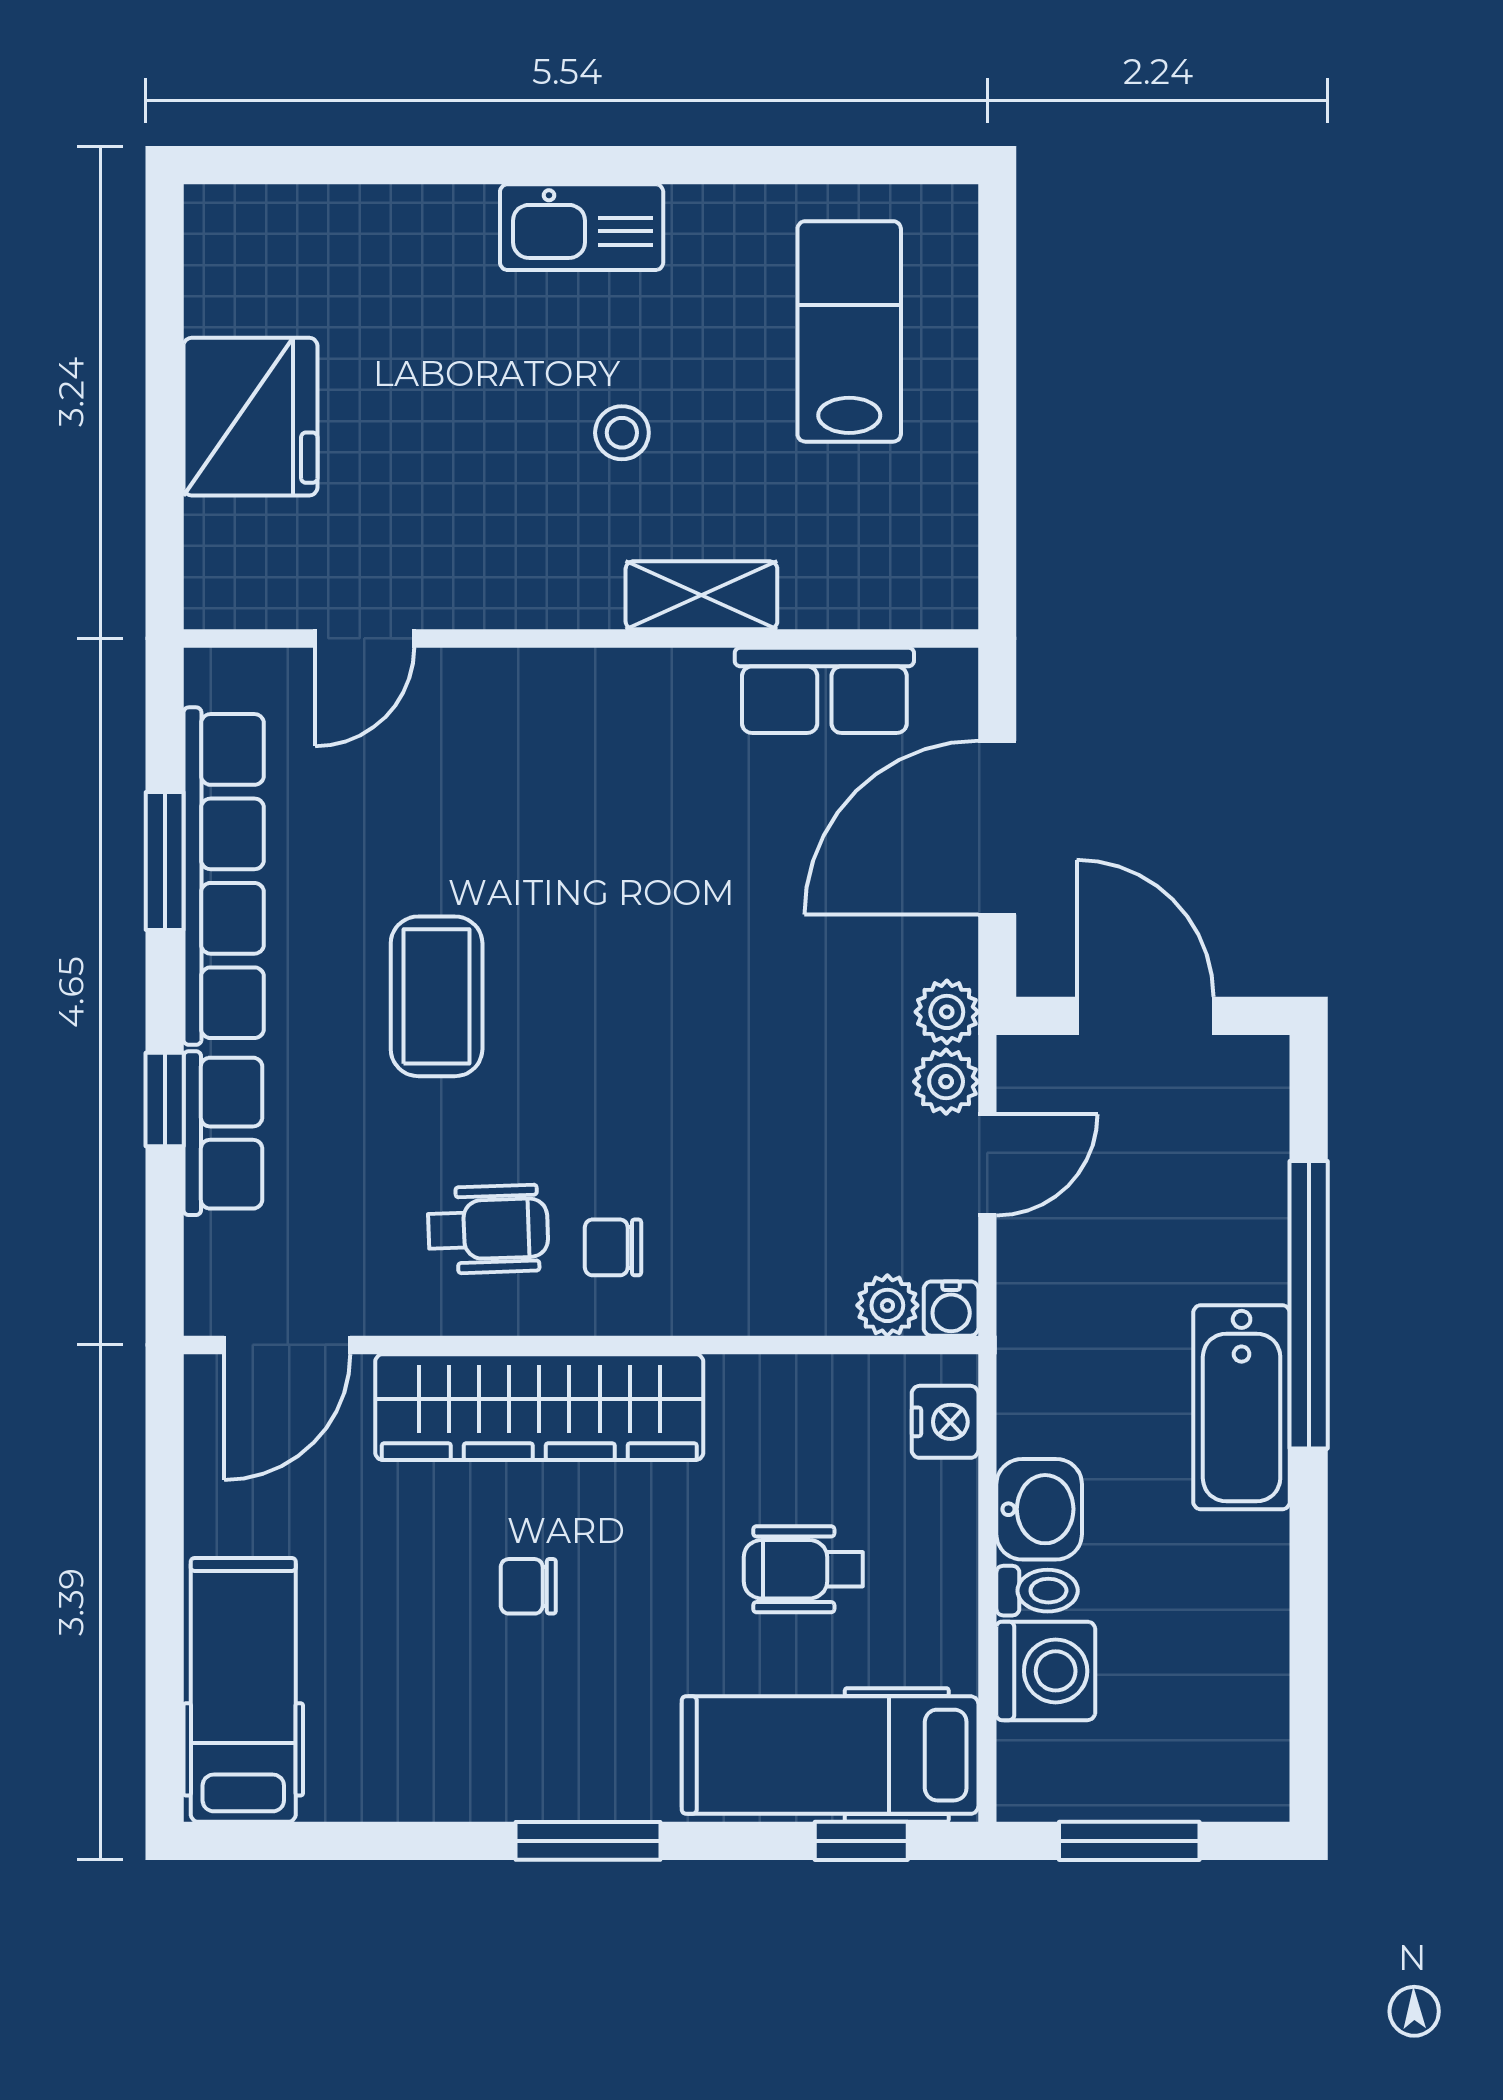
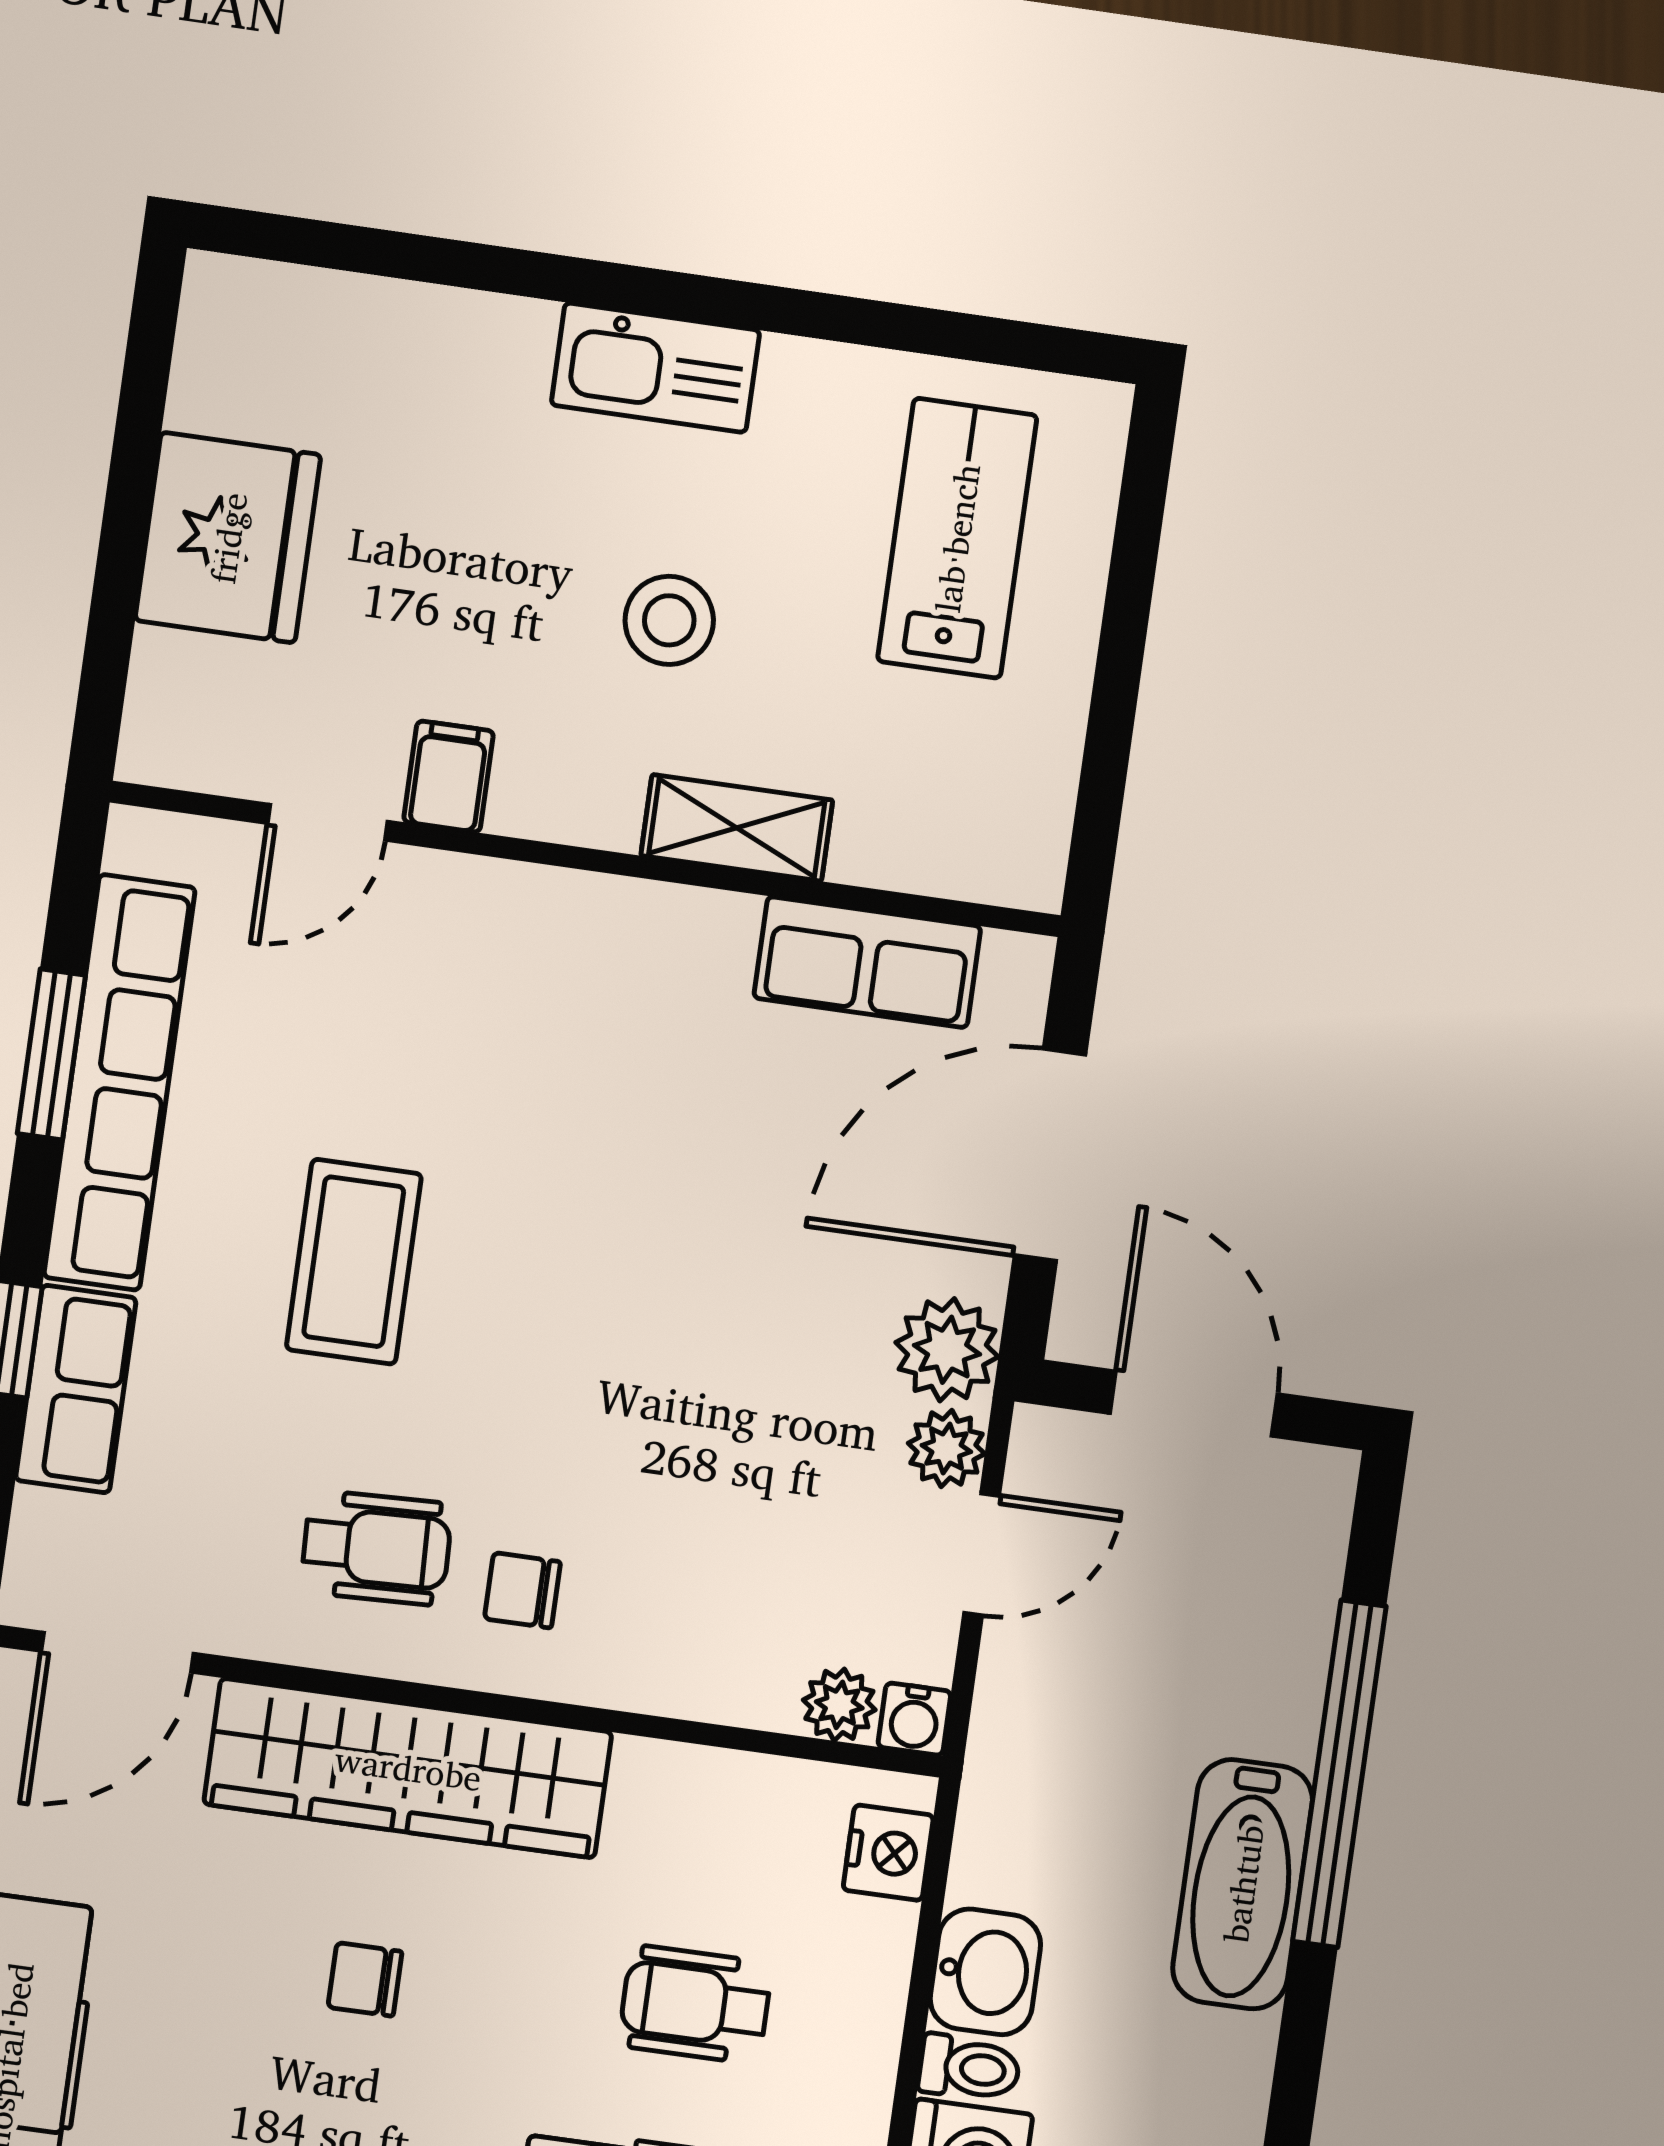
stool: (622, 433) -> (669, 620), width x1.37, depth x1.37
filing cabinet: (459, 587) -> (449, 777), added
plant: (947, 1012) -> (947, 1350), width x1.38, depth x1.38

